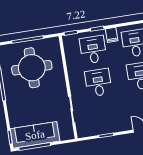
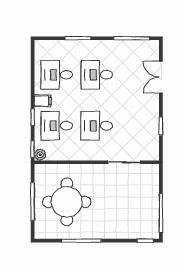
plant: (67, 40) -> (40, 155), added
sofa: (35, 135) -> (147, 211), removed

